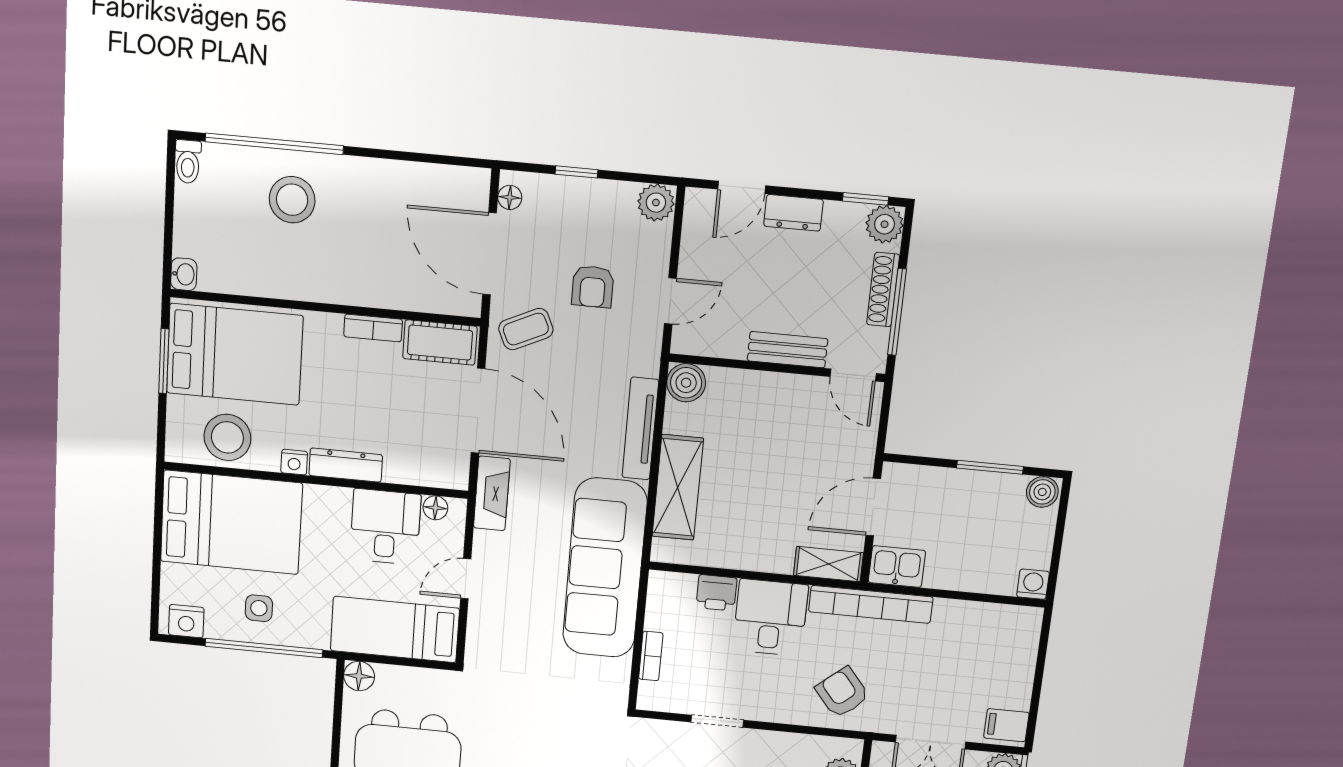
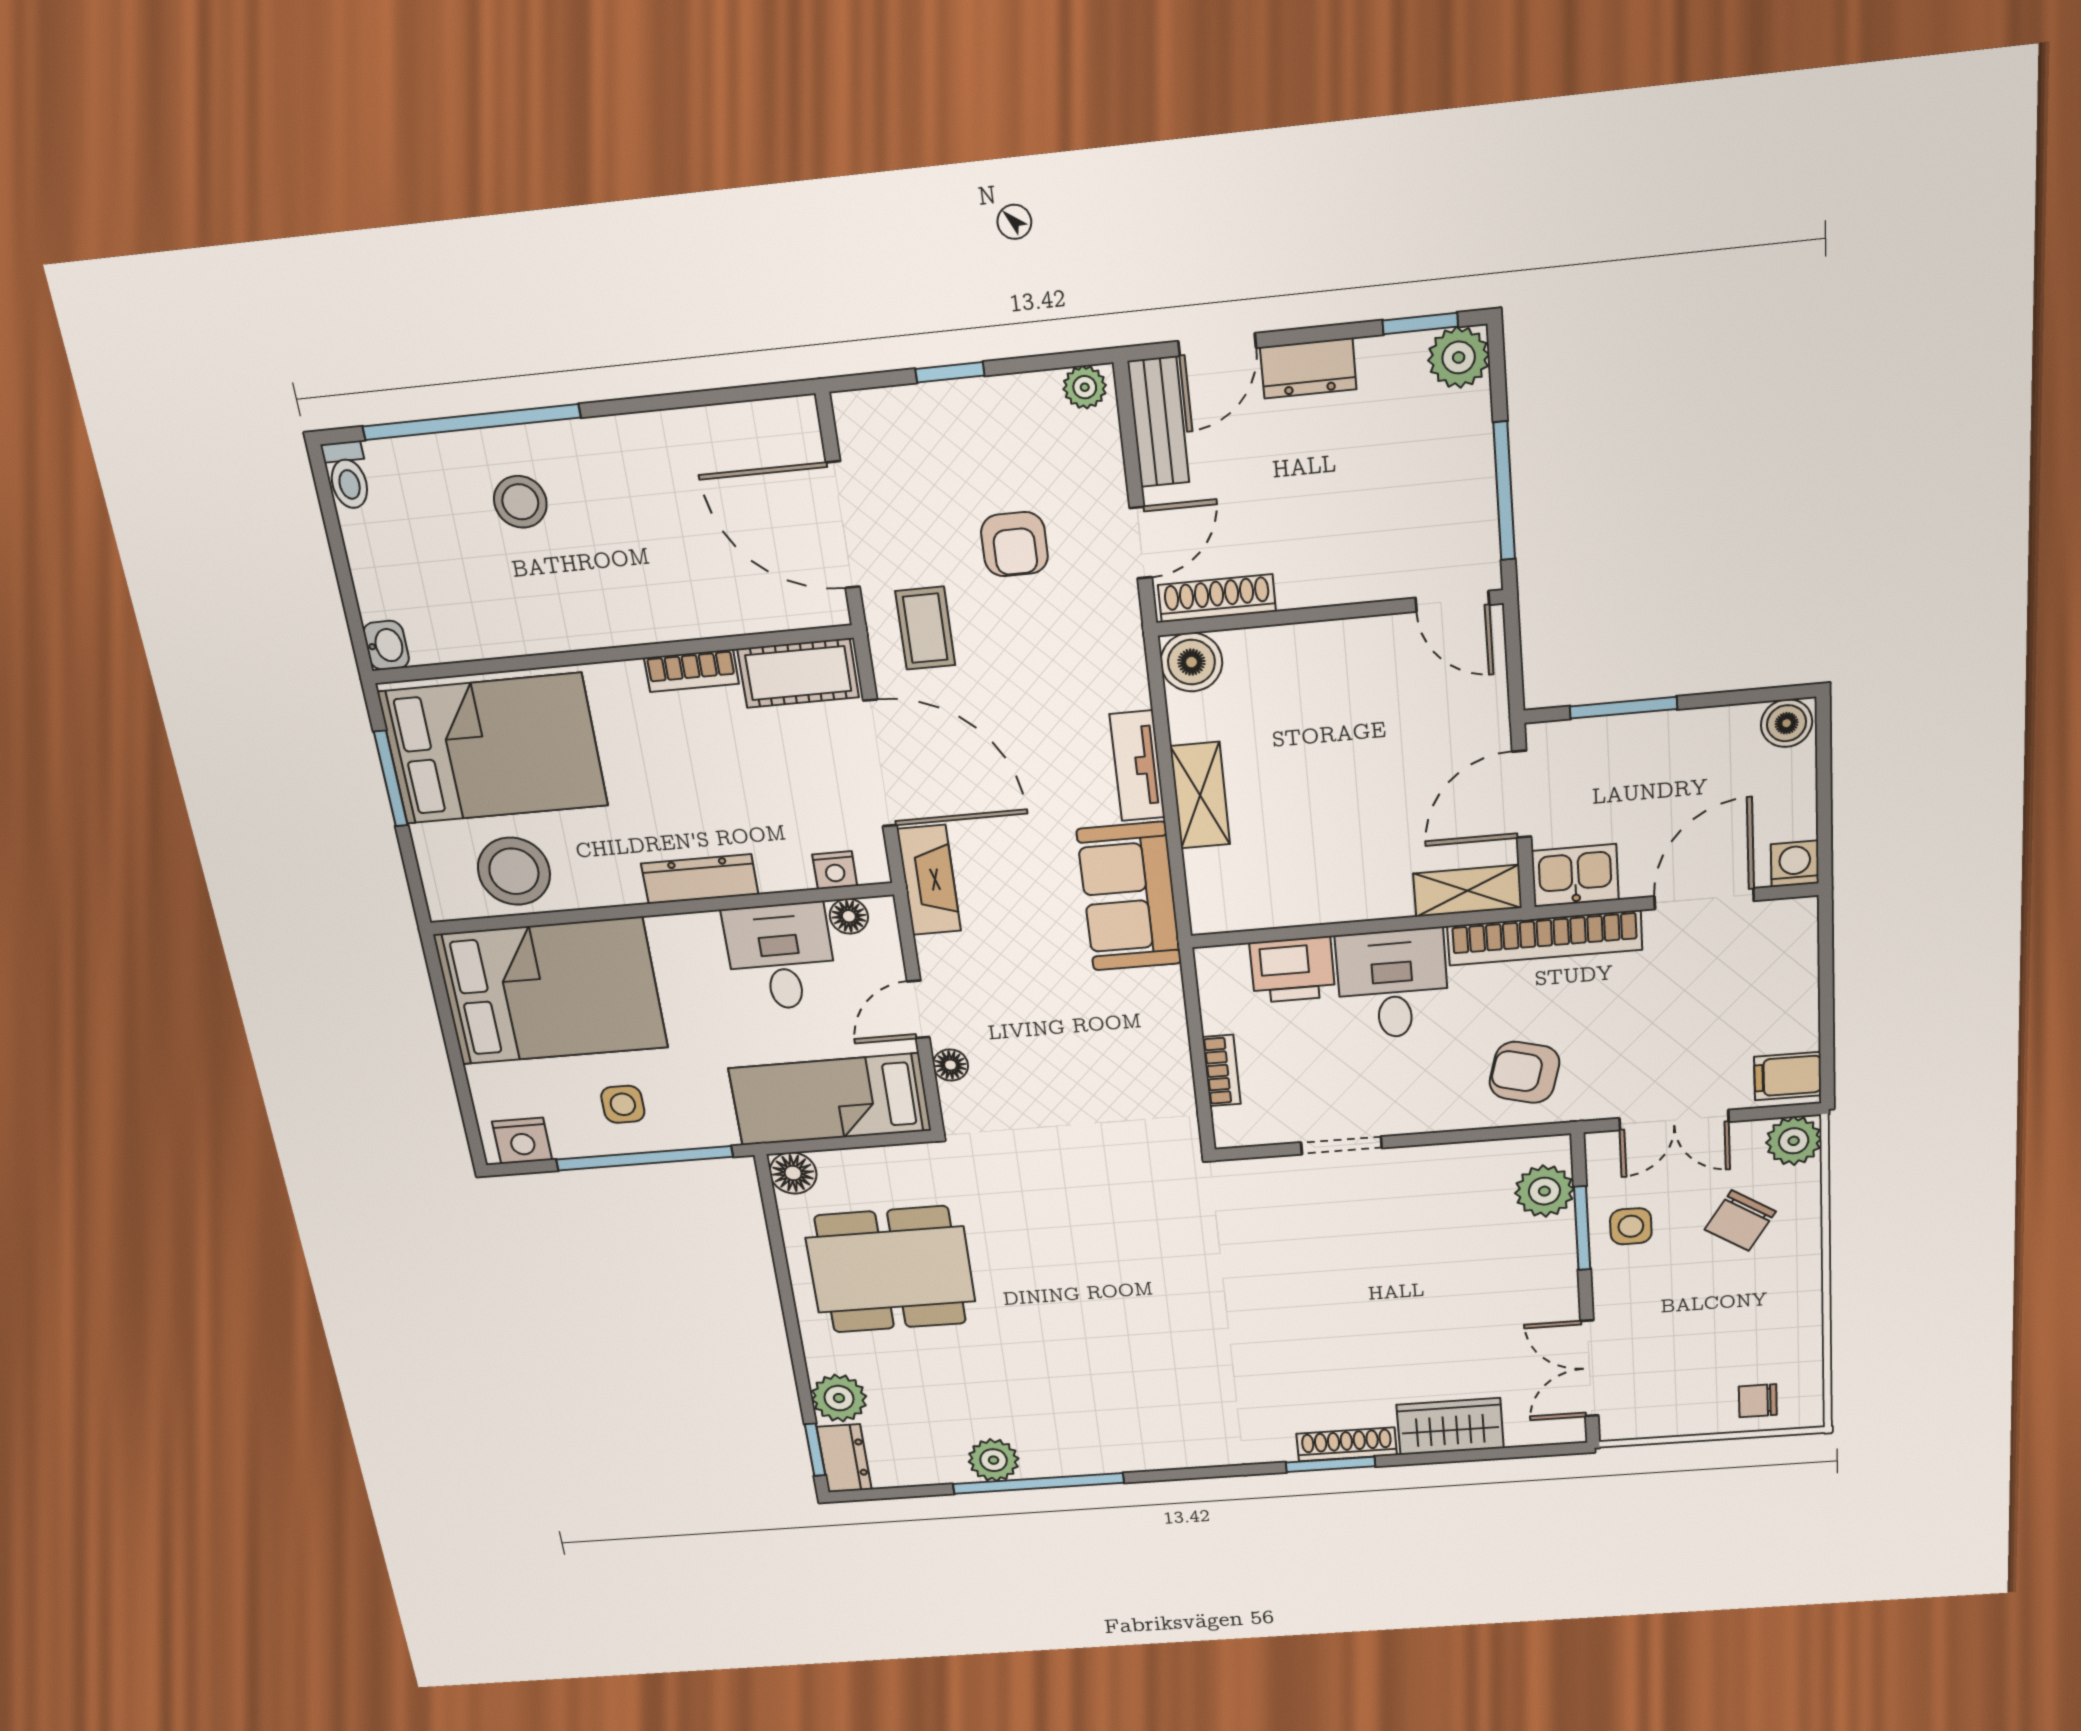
floor lamp: (510, 197) -> (950, 1065), moved
stool: (292, 200) -> (520, 502), width x0.73, depth x0.73
plant: (656, 203) -> (1085, 387), width x0.73, depth x0.73
shoe rack: (883, 289) -> (1217, 598), moved, turned 90
coffee table: (526, 329) -> (925, 628), turned -65
bench: (787, 350) -> (1159, 422), moved, turned 90
tv unit: (640, 429) -> (1137, 766), width x0.71
nightstand: (294, 462) -> (835, 870), moved
window: (990, 467) -> (1623, 708), moved
shelving: (678, 487) -> (1200, 795), width x0.67, depth x0.75
sofa: (605, 568) -> (1129, 897), width x0.54, depth x0.79
printer: (716, 593) -> (1292, 970), width x1.36, depth x1.24
door: (974, 597) -> (1704, 899), added
armchair: (842, 692) -> (1524, 1072), turned -35

